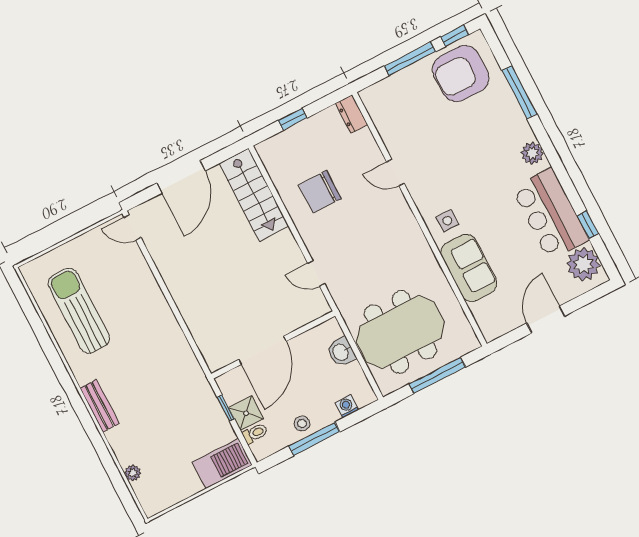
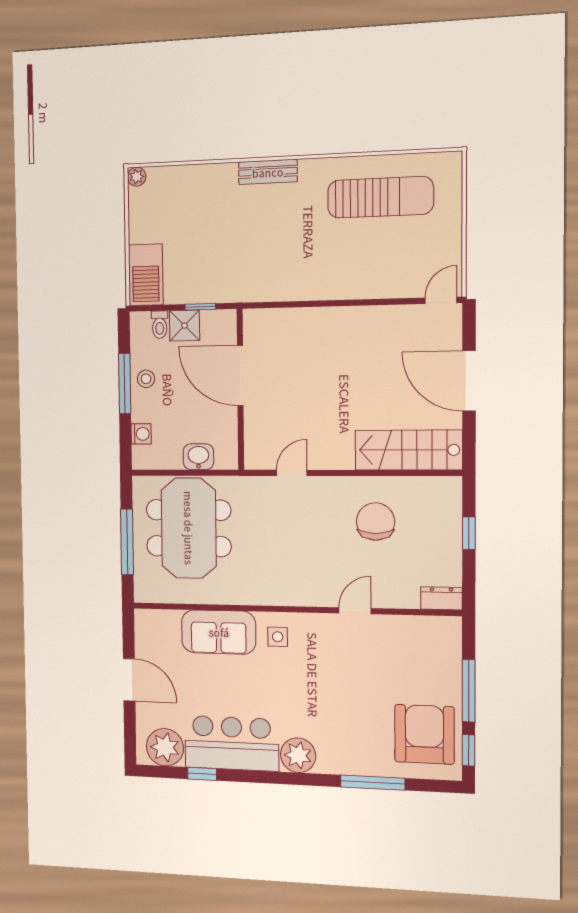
plant: (532, 153) -> (298, 755), width x1.36, depth x1.36
plant: (133, 473) -> (137, 177), moved

